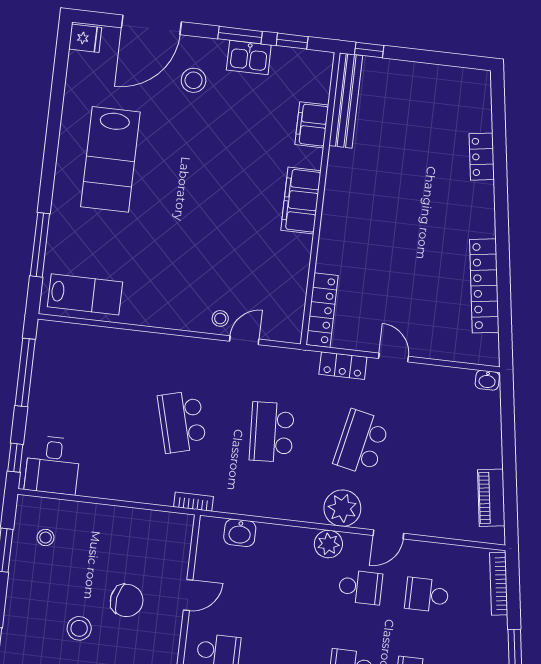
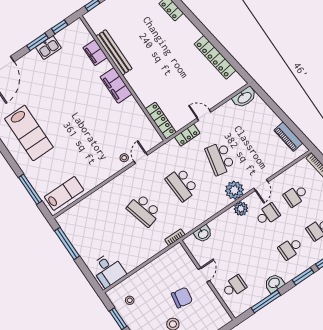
stool: (194, 80) -> (35, 75), removed
bench: (346, 101) -> (114, 52), moved
washbasin: (487, 380) -> (244, 97), width x1.91, depth x1.45
window: (15, 458) -> (92, 280), removed

